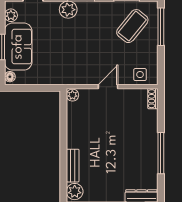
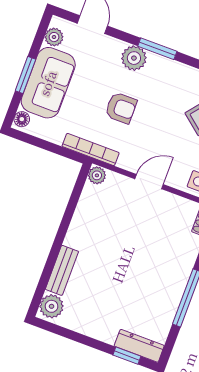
armchair: (72, 45) -> (121, 108), added
bookcase: (62, 80) -> (91, 150), added

